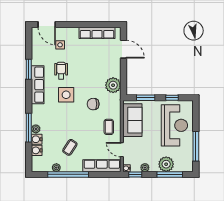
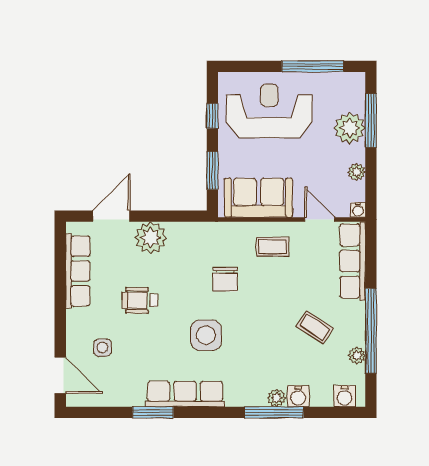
door: (47, 24) -> (60, 375), hinge flipped
wheelchair: (61, 71) -> (140, 300), moved
plant: (113, 85) -> (151, 238), moved
water cooler: (37, 150) -> (344, 396), moved
door: (122, 150) -> (320, 220), swing flipped
window: (135, 174) -> (371, 192), removed

